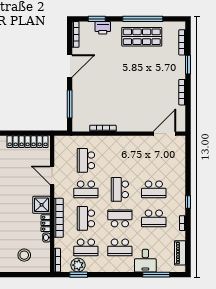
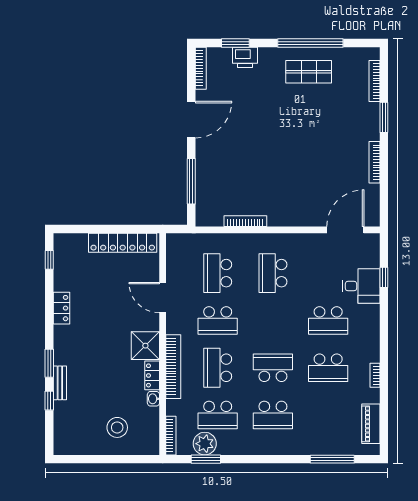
shop shelf: (142, 37) -> (309, 72), width x0.70, depth x0.74
school desk: (120, 189) -> (273, 273), moved
window: (188, 202) -> (384, 277), moved
desk: (145, 261) -> (361, 286), moved, turned -90

